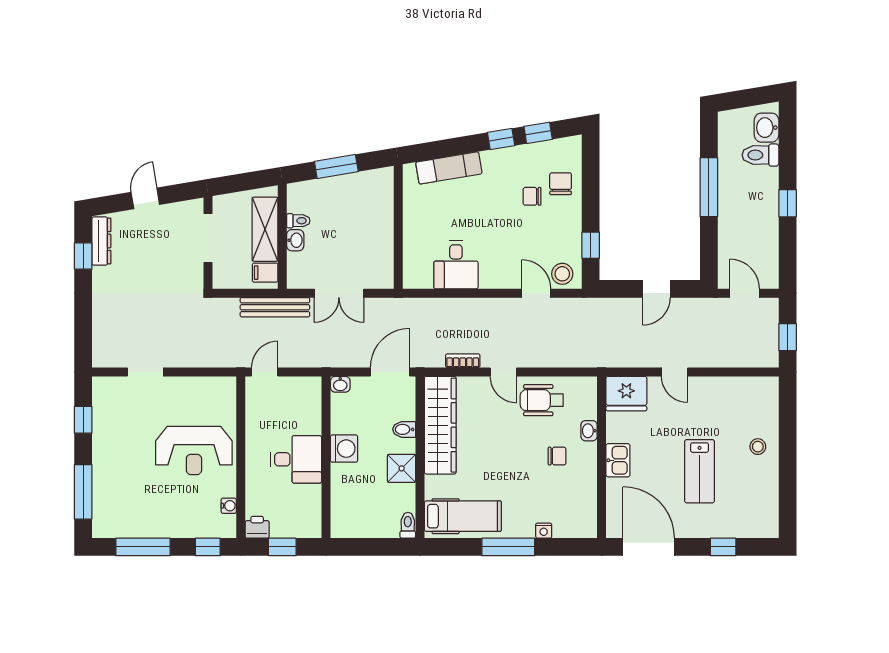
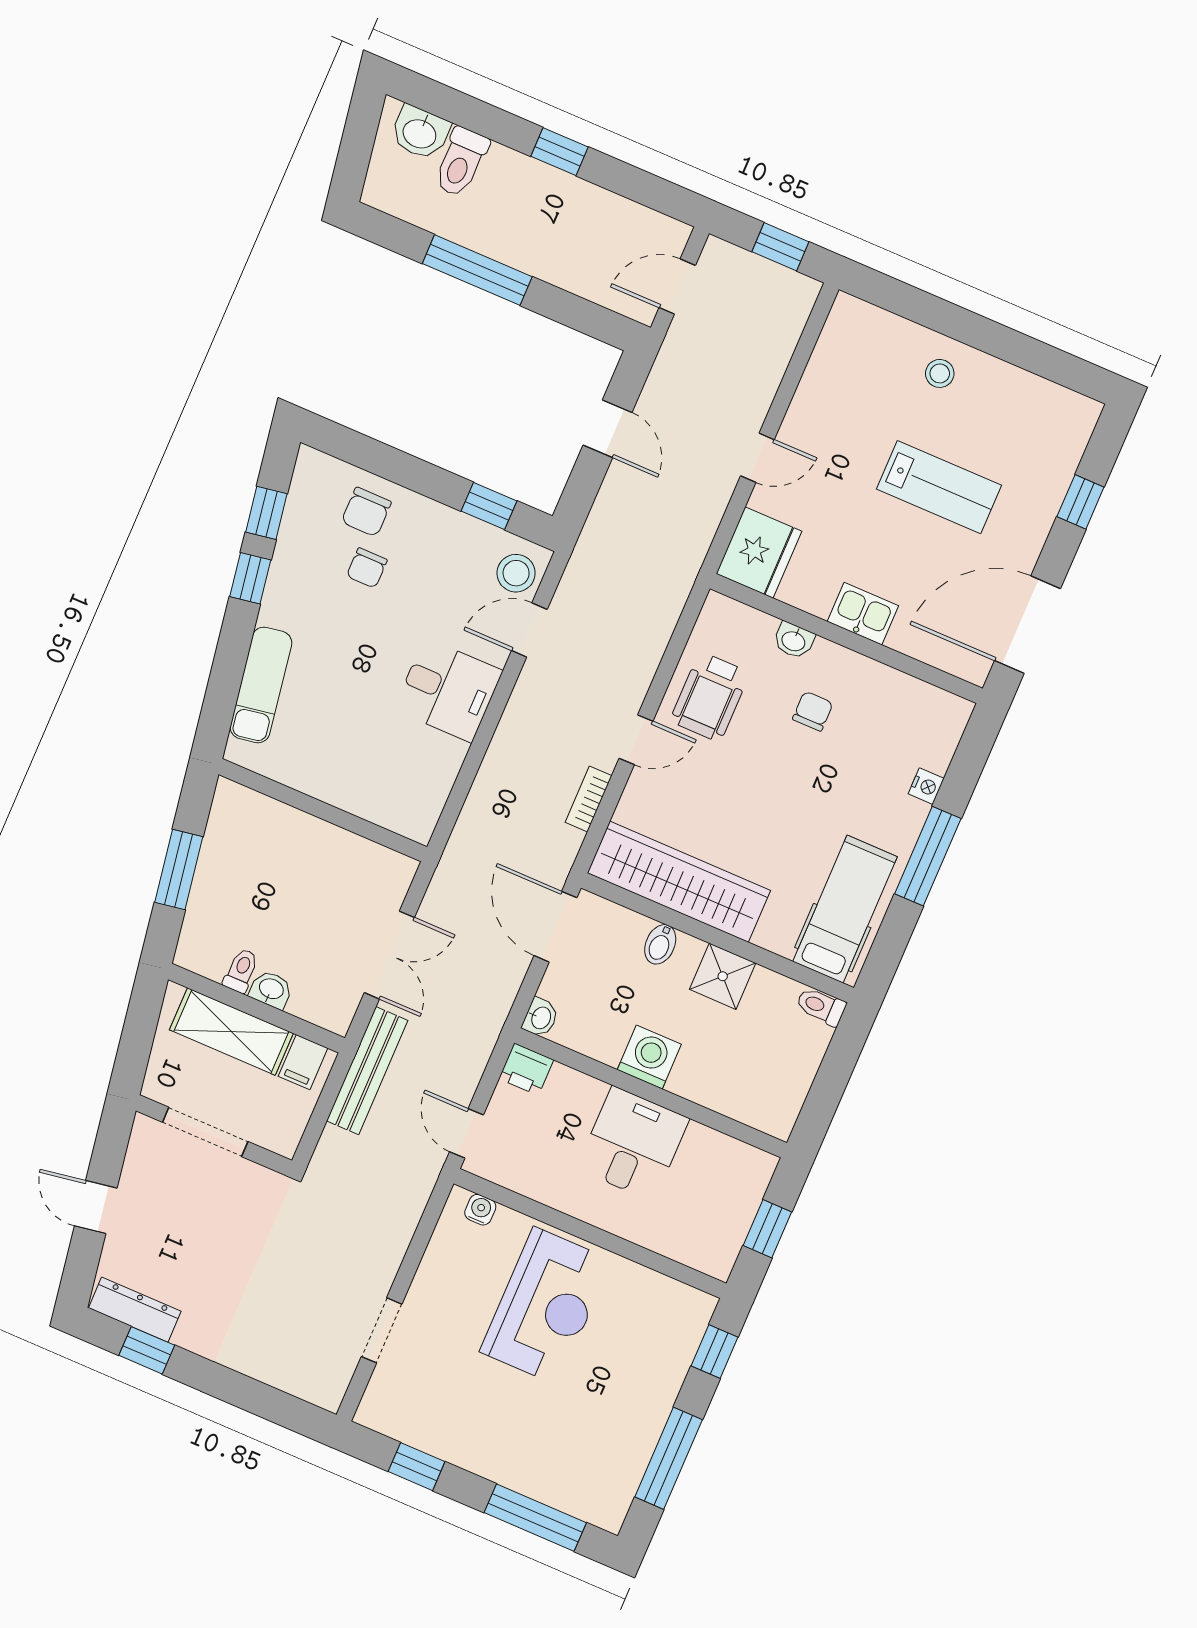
chair: (561, 184) -> (366, 512), turned -90
desk: (456, 265) -> (448, 690), moved
water cooler: (229, 506) -> (480, 1210), moved
printer: (257, 527) -> (526, 1069), moved, turned -90

